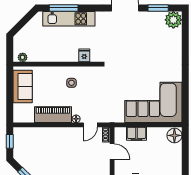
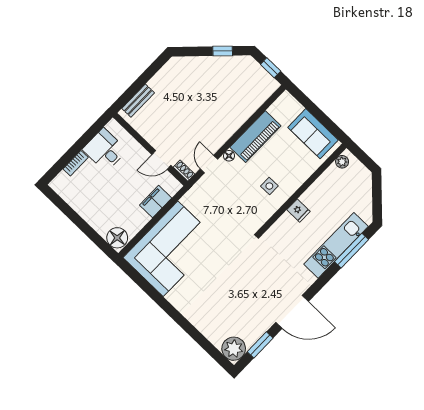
fridge: (84, 55) -> (298, 211), moved

